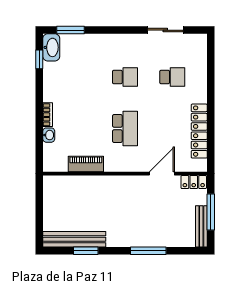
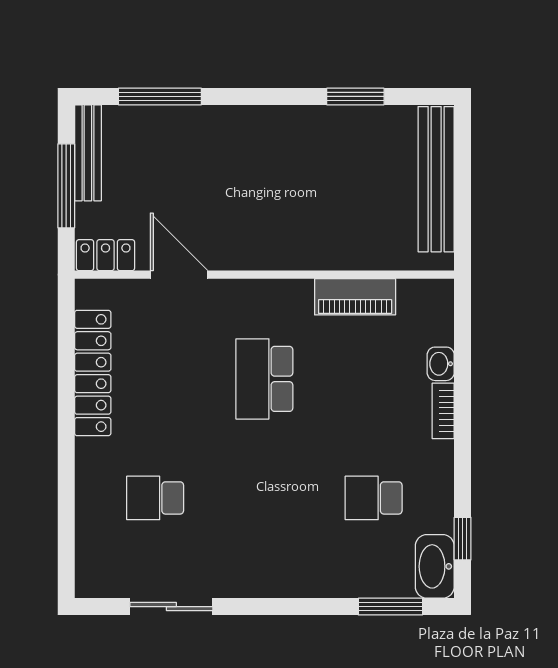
school desk: (125, 77) -> (374, 498), moved
door: (162, 174) -> (179, 275), swing flipped
bench: (74, 239) -> (436, 179), moved, turned 90
window: (148, 251) -> (160, 96), moved

